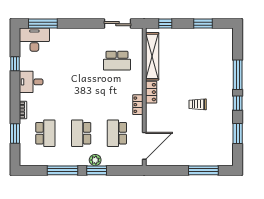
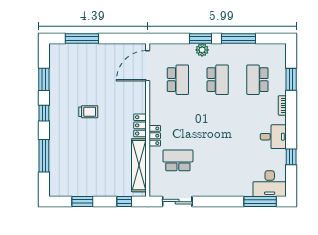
window: (238, 75) -> (44, 156), moved
locker: (138, 105) -> (155, 136), moved

